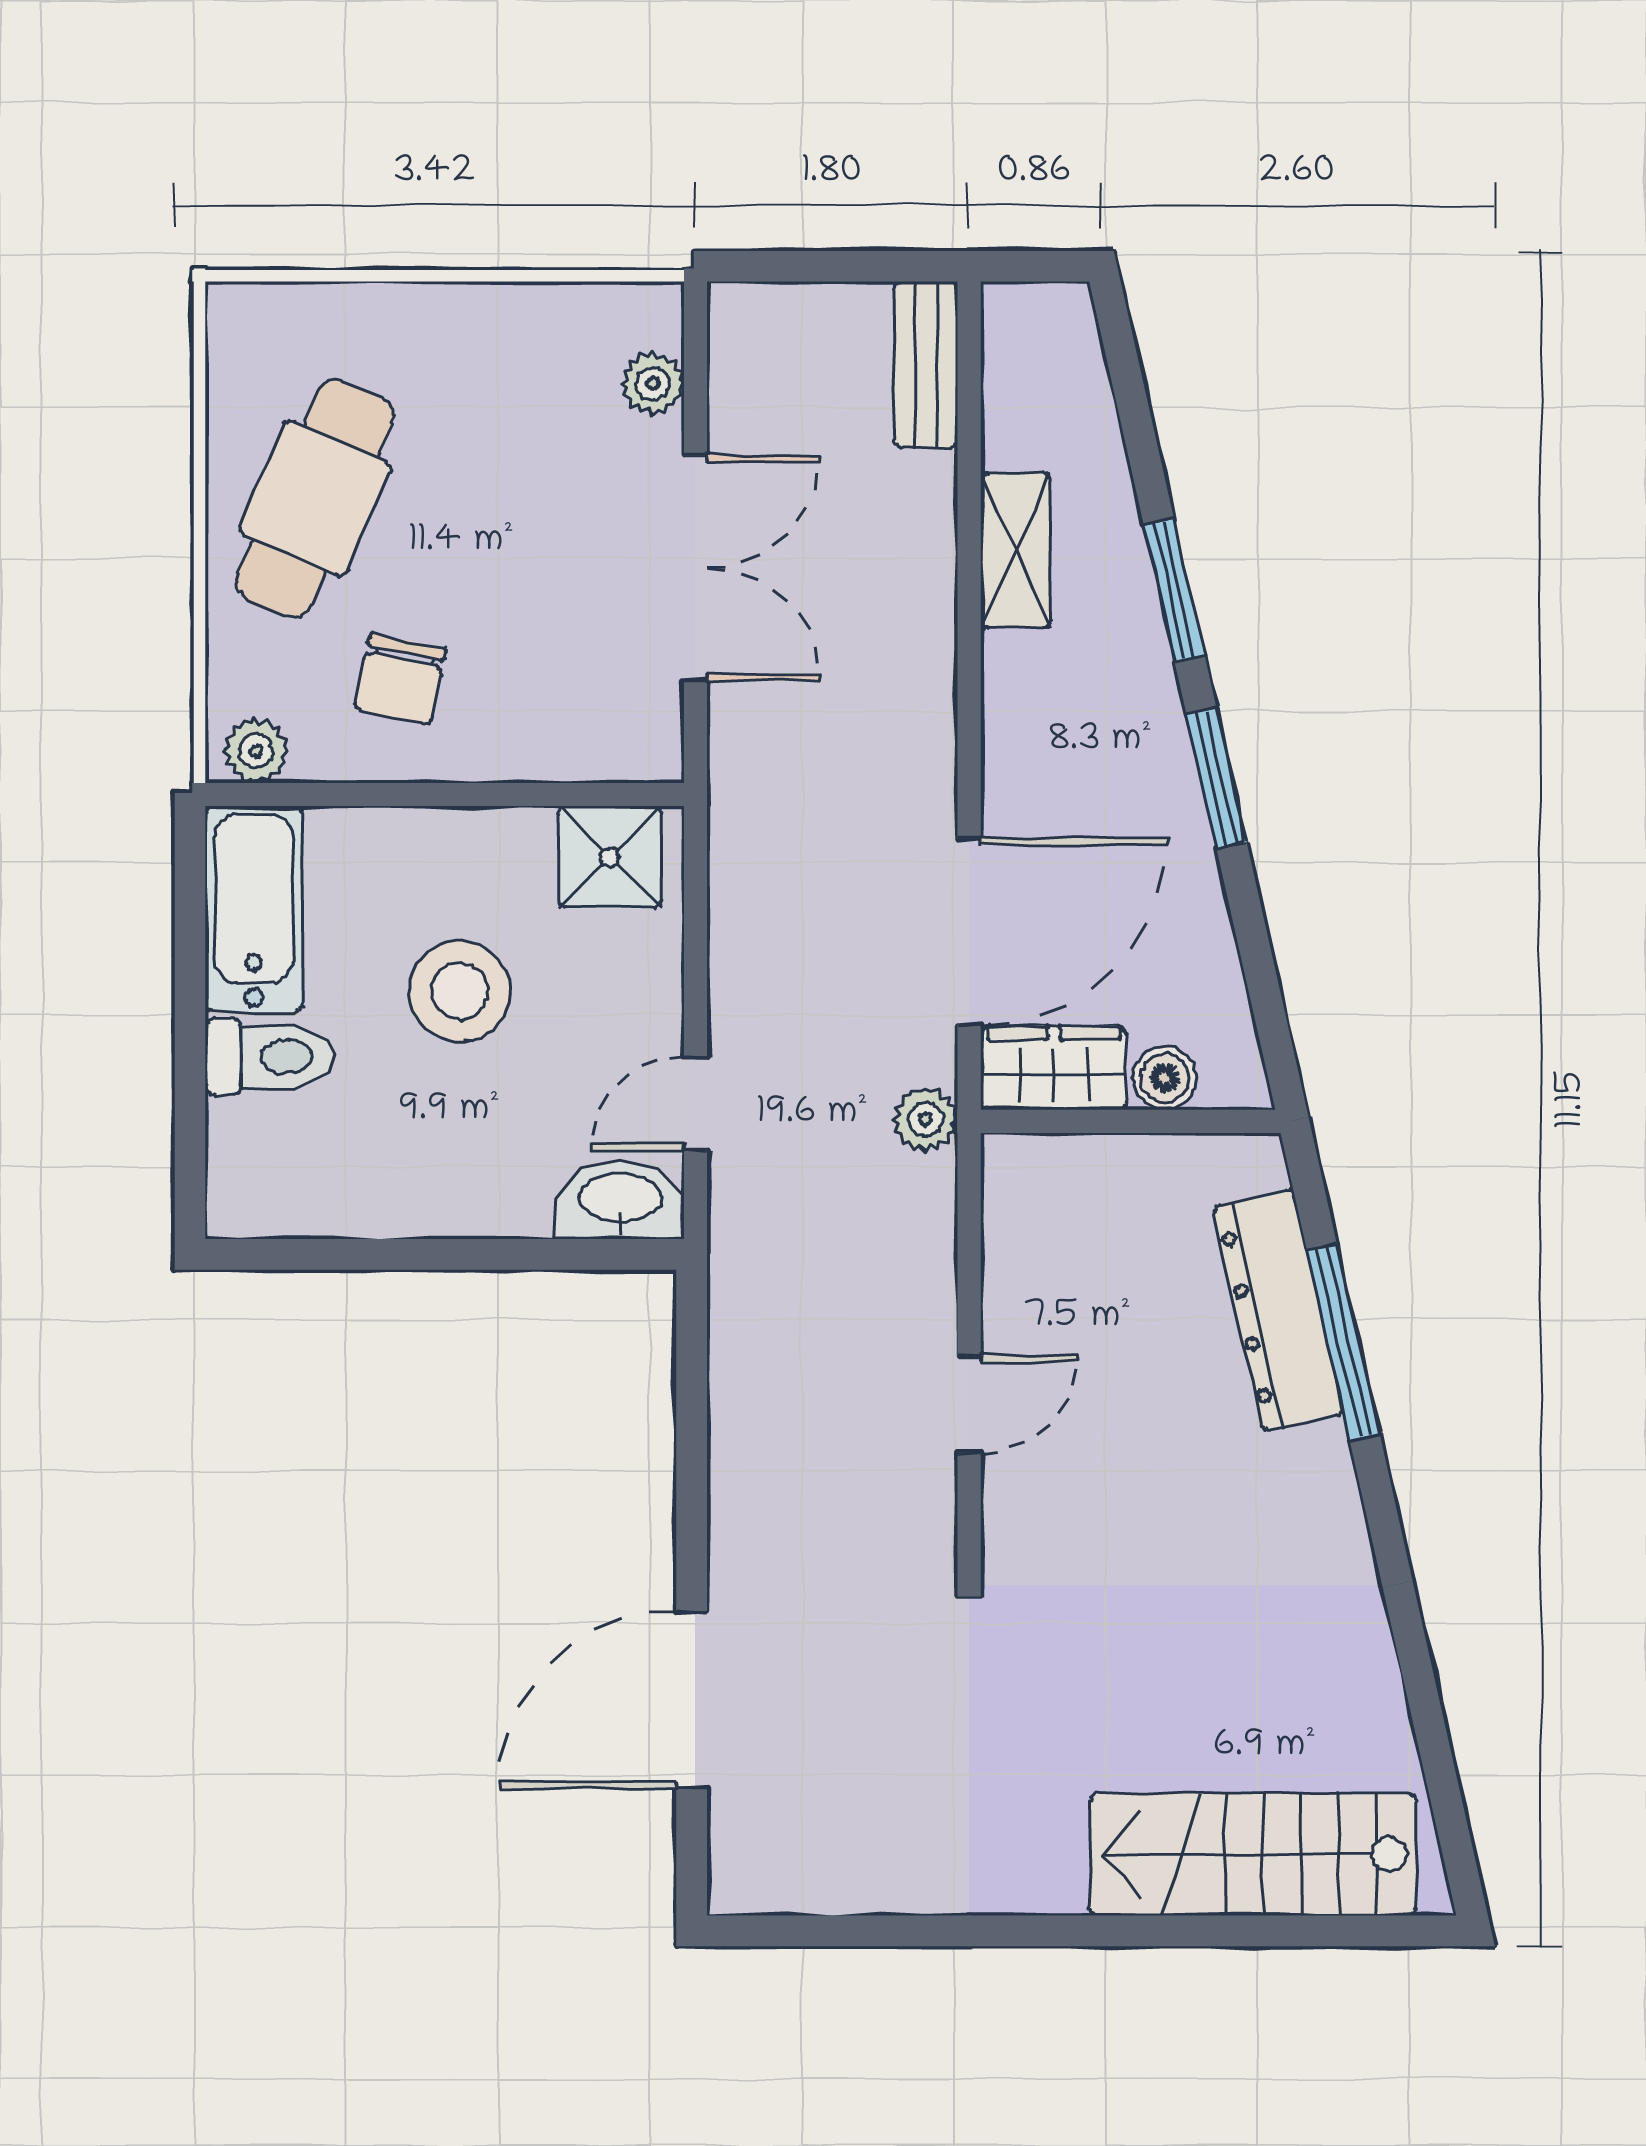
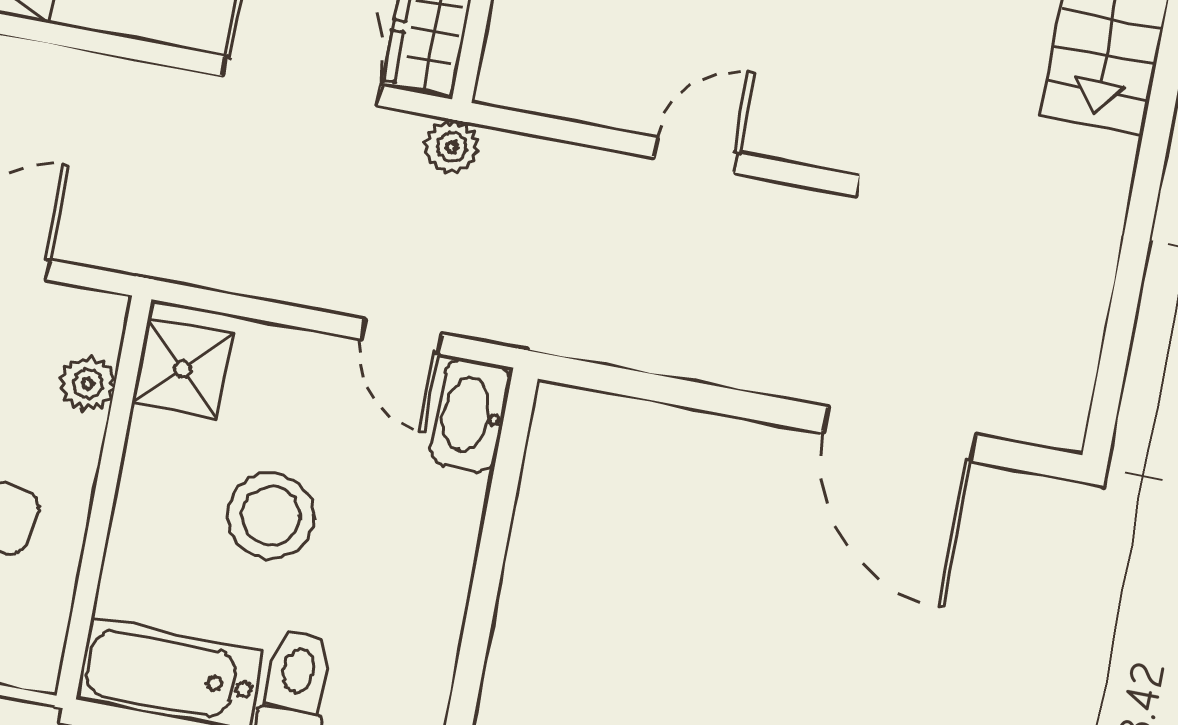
plant: (256, 751) -> (88, 384), moved
door: (969, 1404) -> (696, 155), hinge flipped

